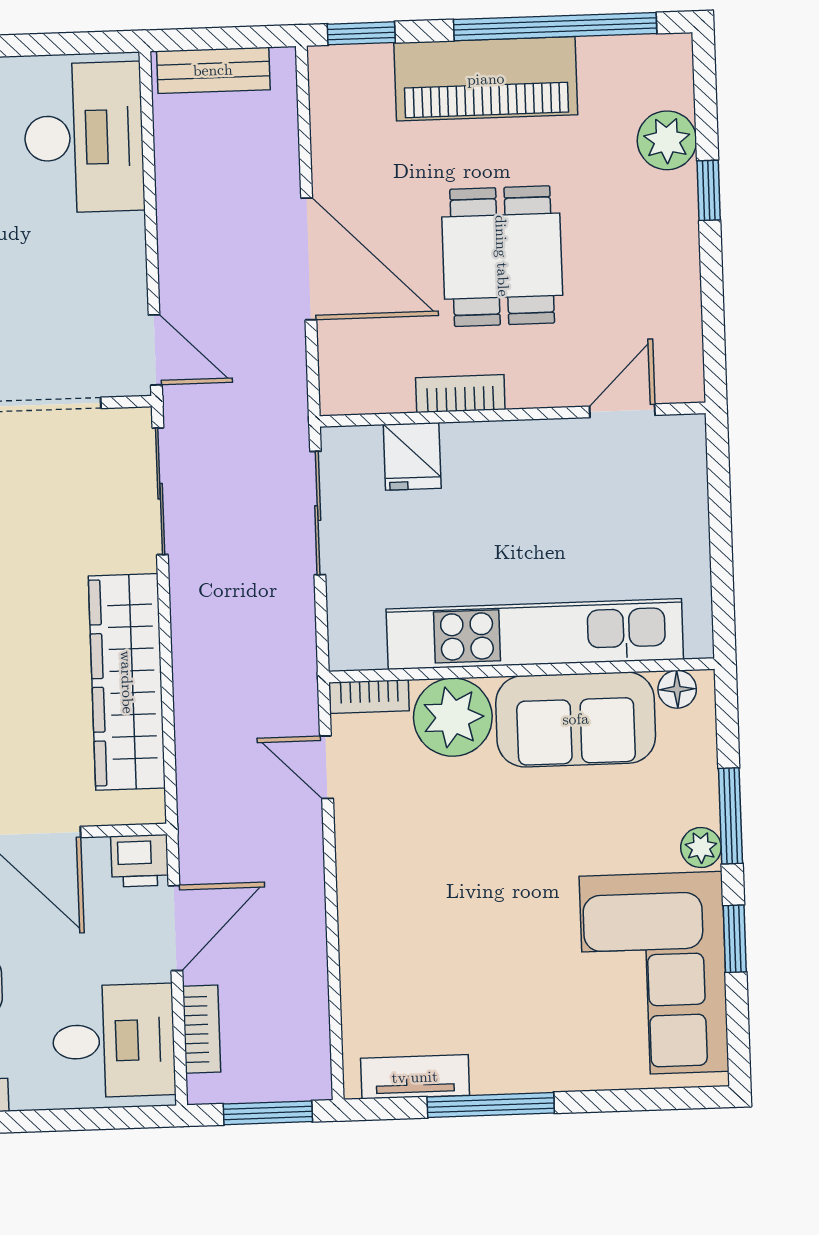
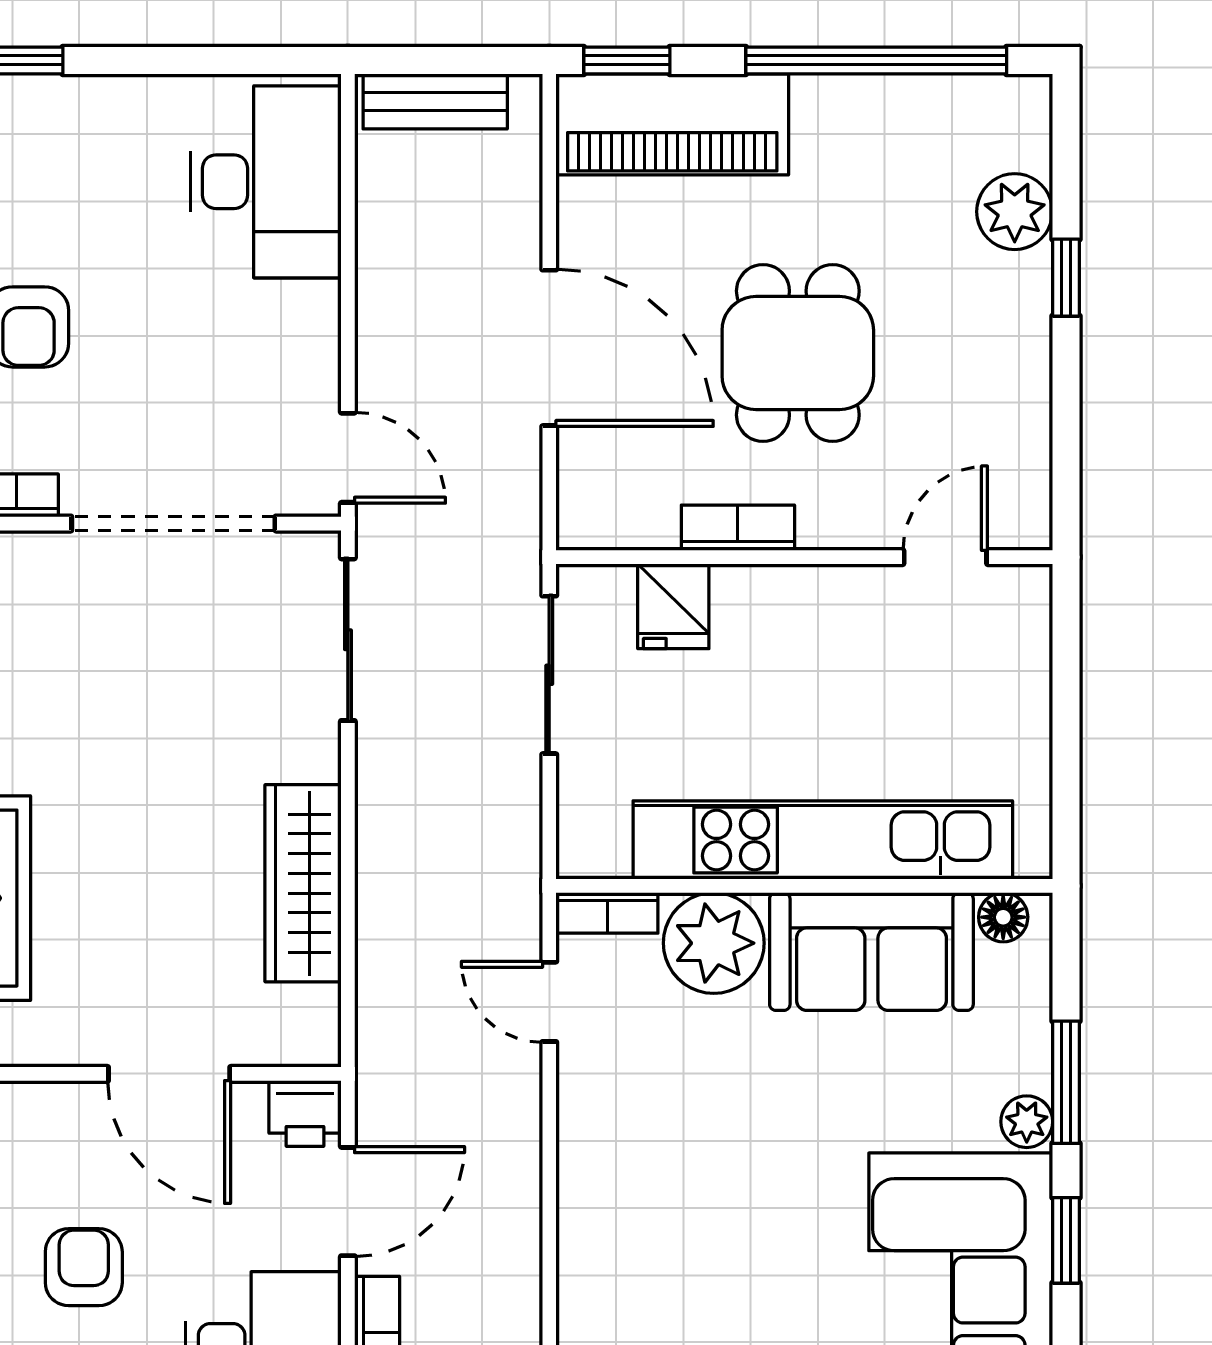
piano: (486, 79) -> (672, 124), moved
wardrobe: (127, 682) -> (303, 883), width x0.71, depth x0.85

